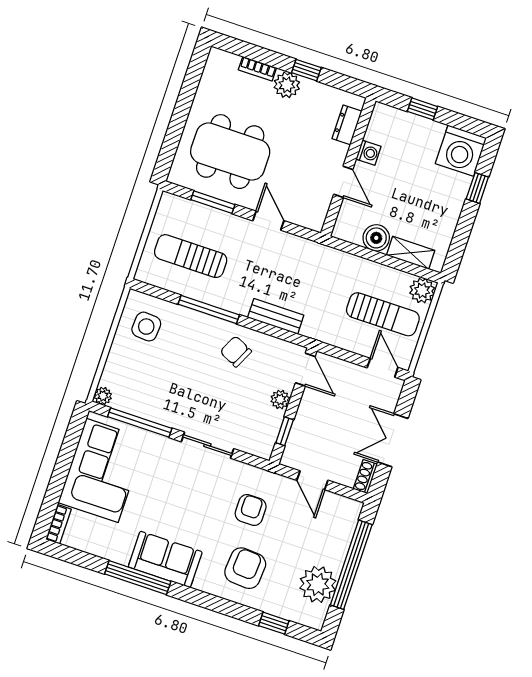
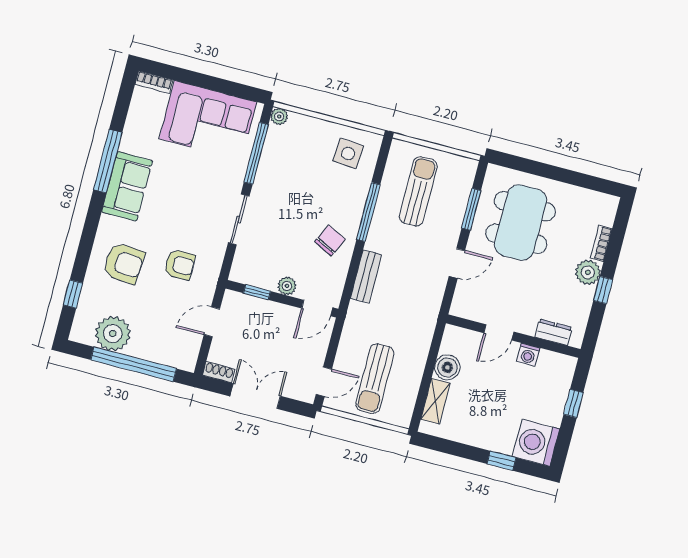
plant: (422, 290) -> (400, 415), removed

